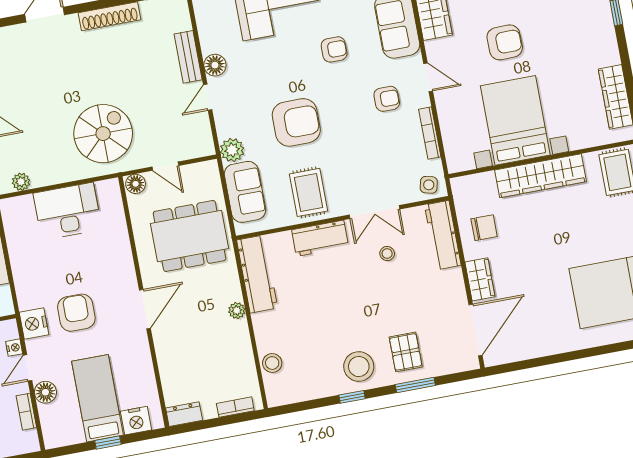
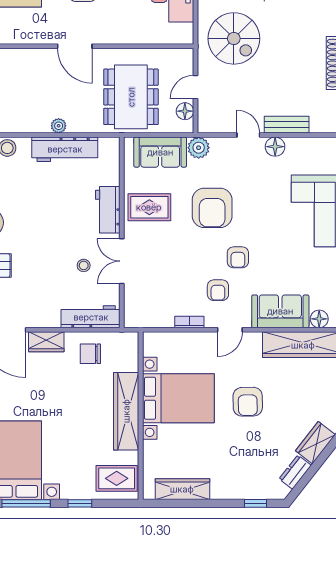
armchair: (334, 49) -> (238, 257), moved
bookcase: (430, 133) -> (189, 322), width x0.64
floor lamp: (136, 184) -> (185, 111), moved
side table: (429, 185) -> (136, 313), removed
chair: (484, 228) -> (90, 354), turned 90
workbench: (257, 274) -> (65, 149), moved

